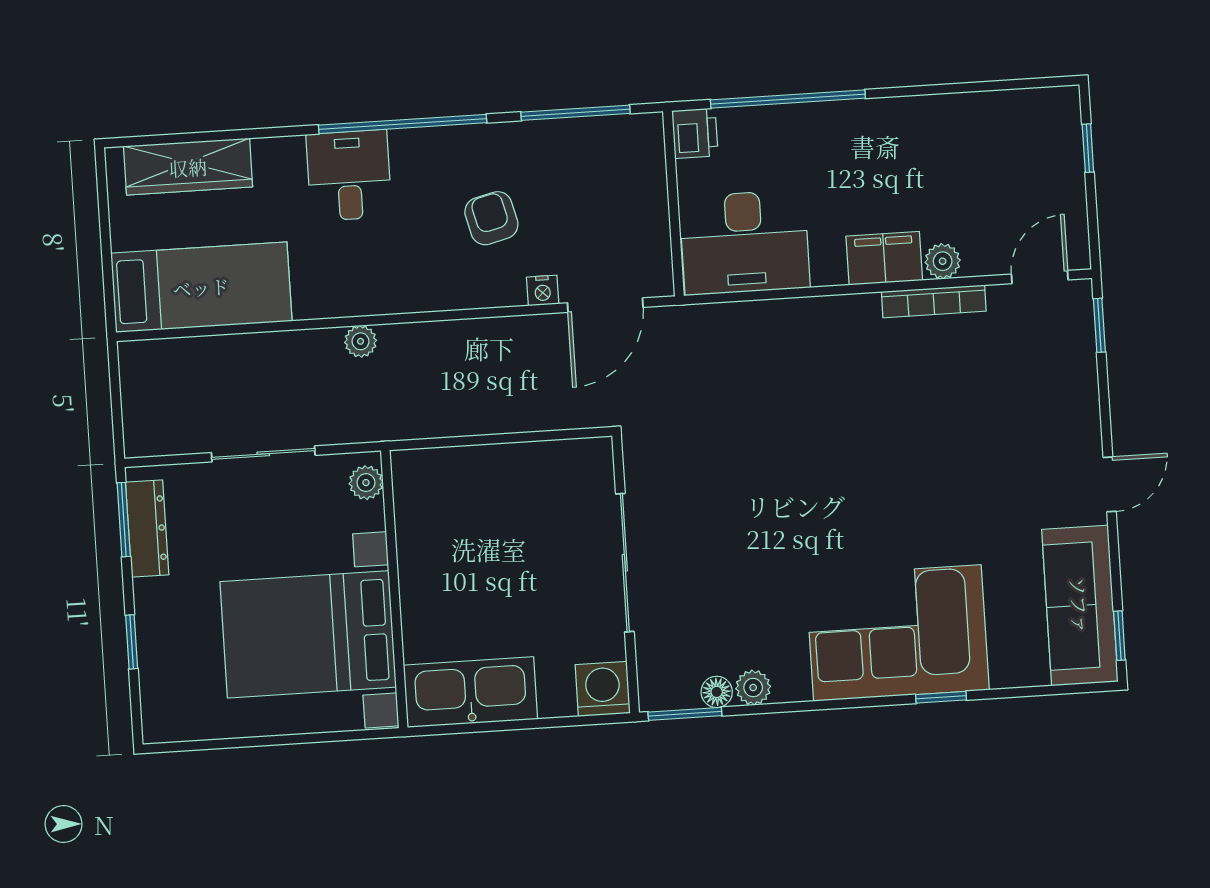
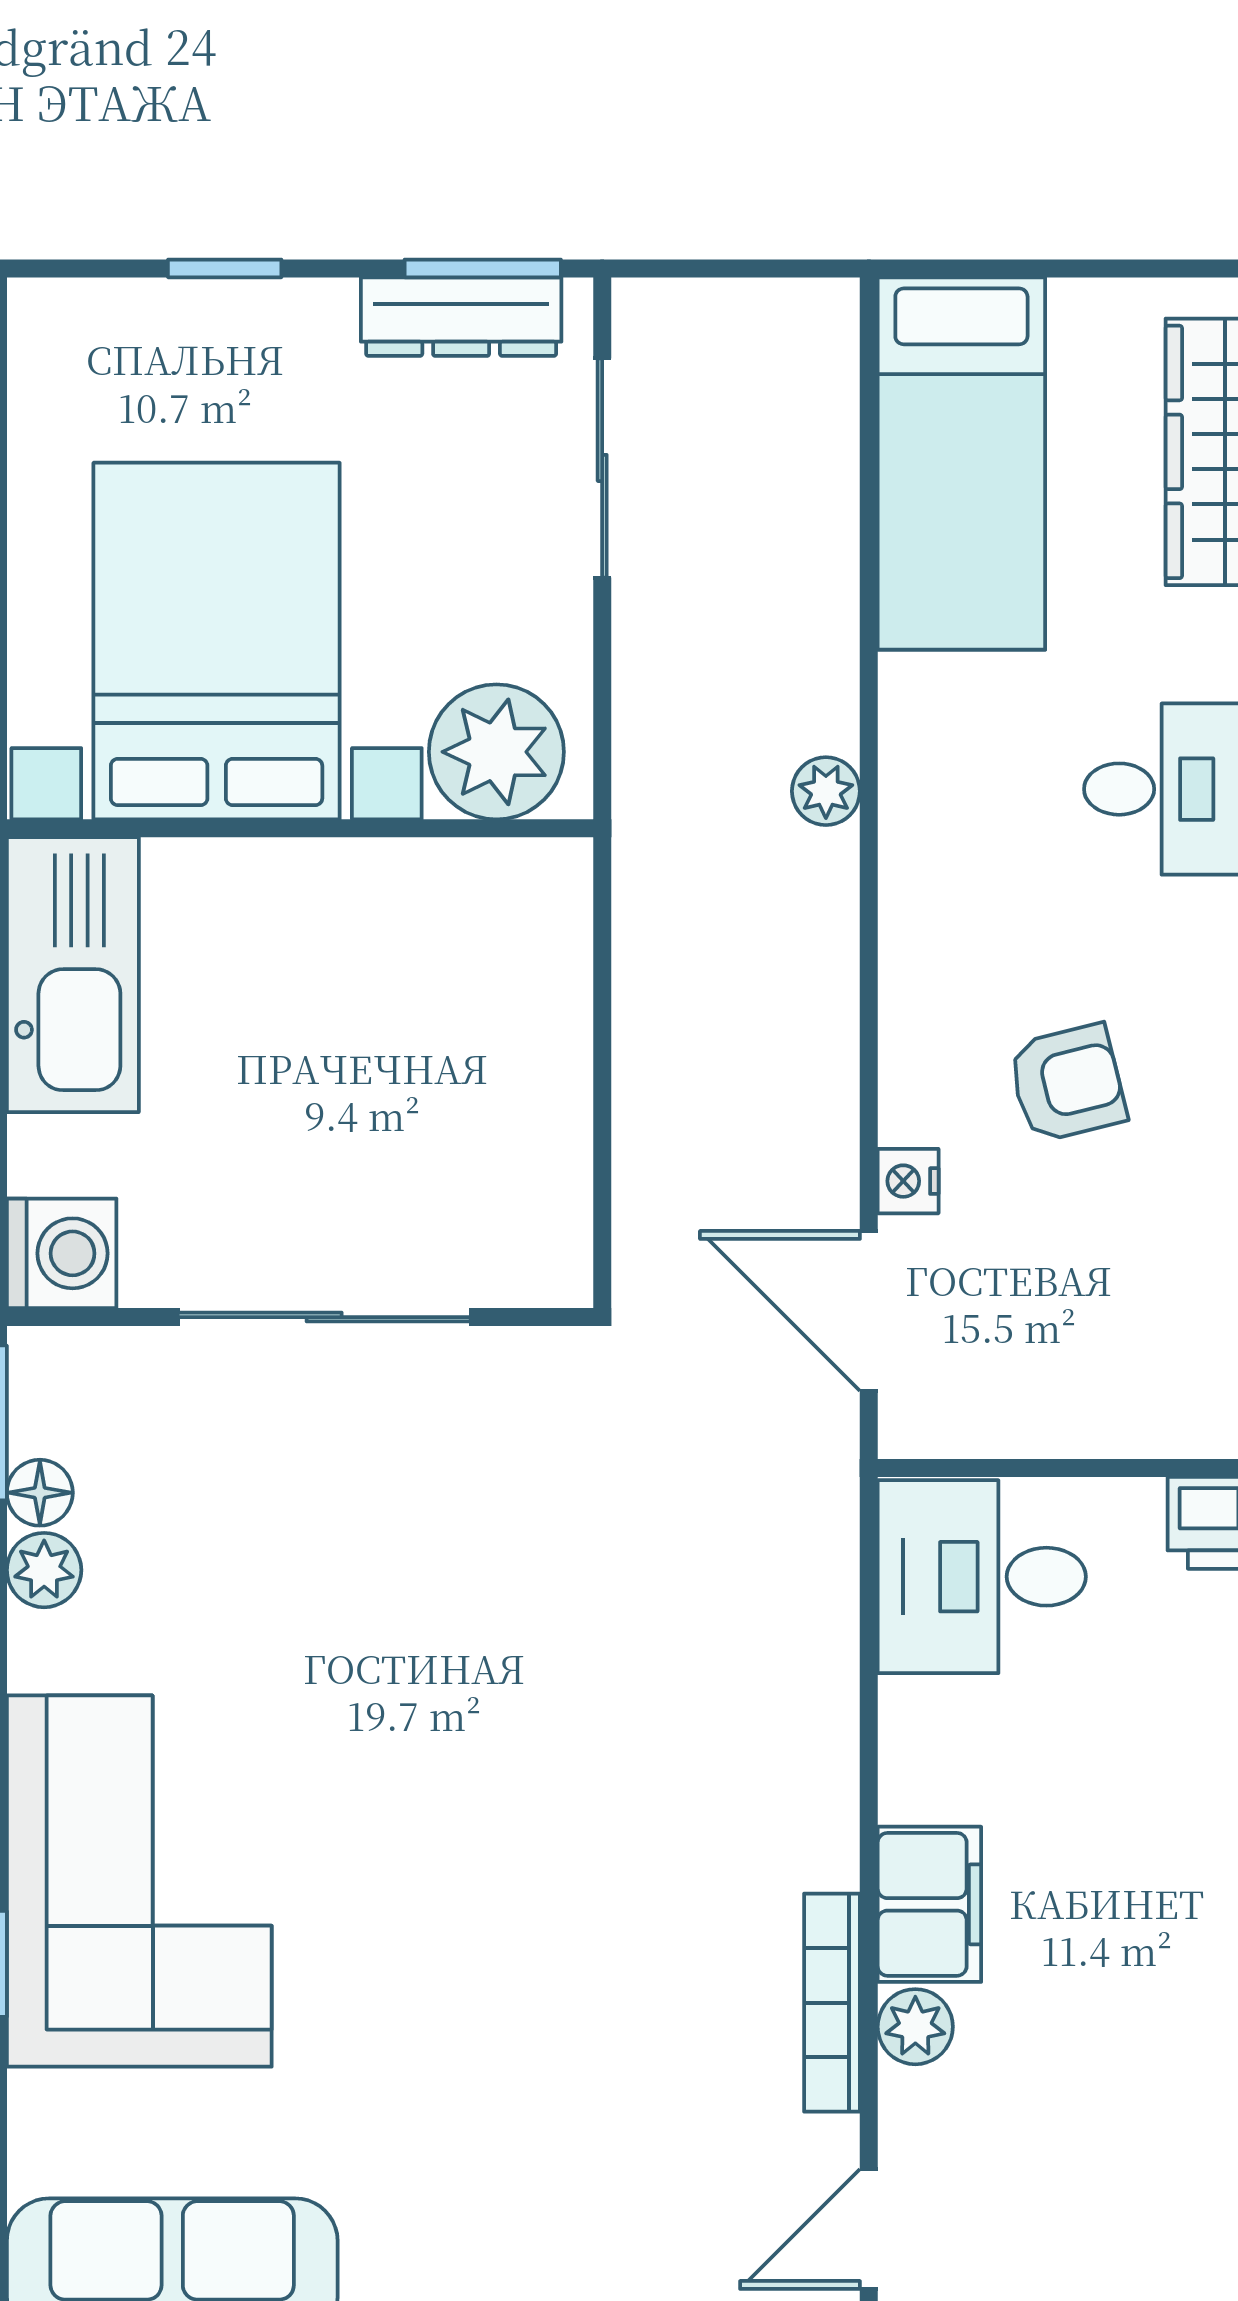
desk: (745, 242) -> (982, 1577), width x0.73
door: (1040, 277) -> (869, 2229), swing flipped
sliding door: (263, 454) -> (602, 468), moved
plant: (366, 483) -> (496, 752), width x1.87, depth x1.87

